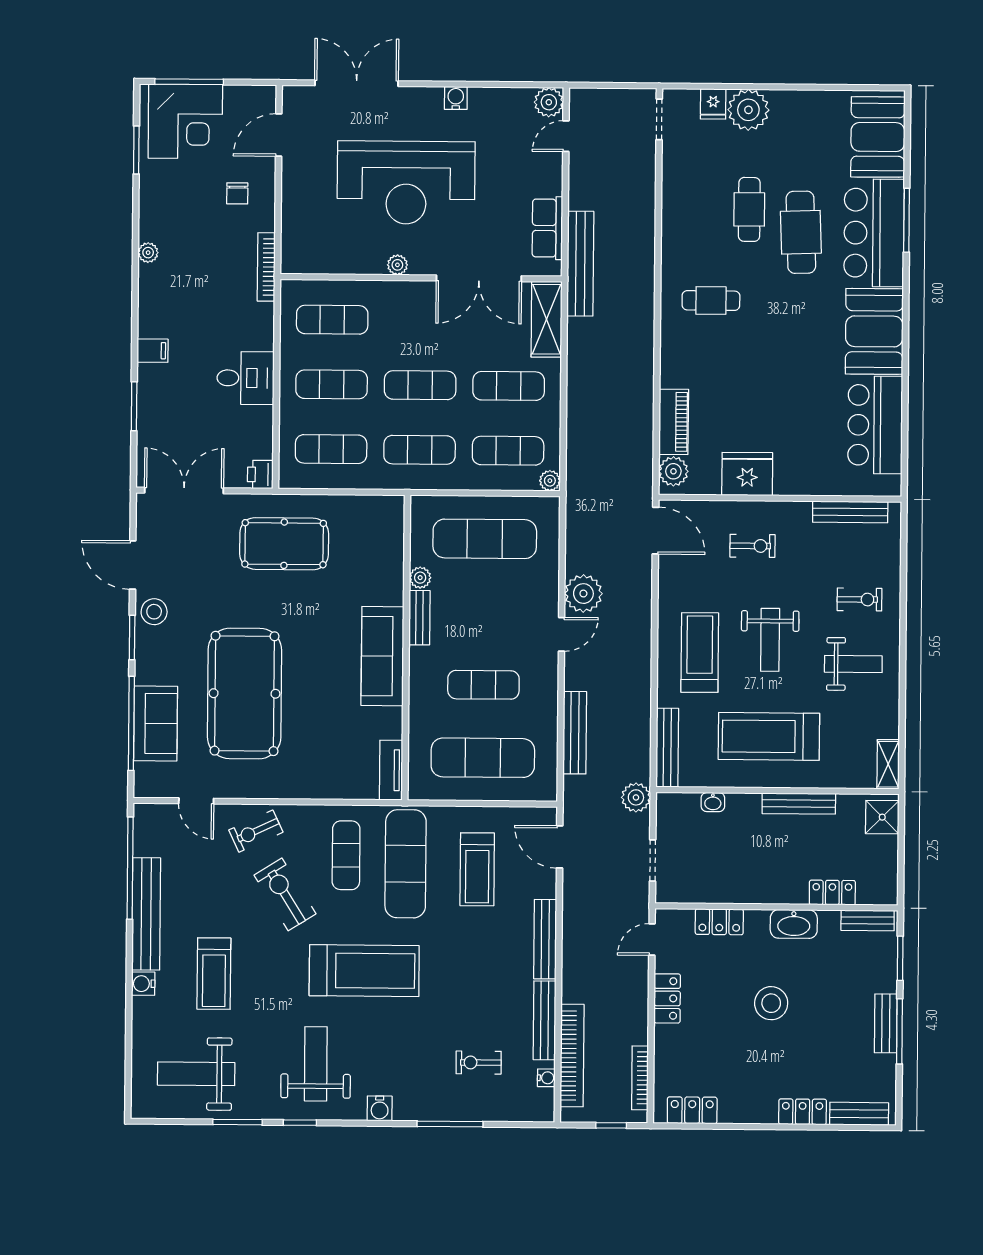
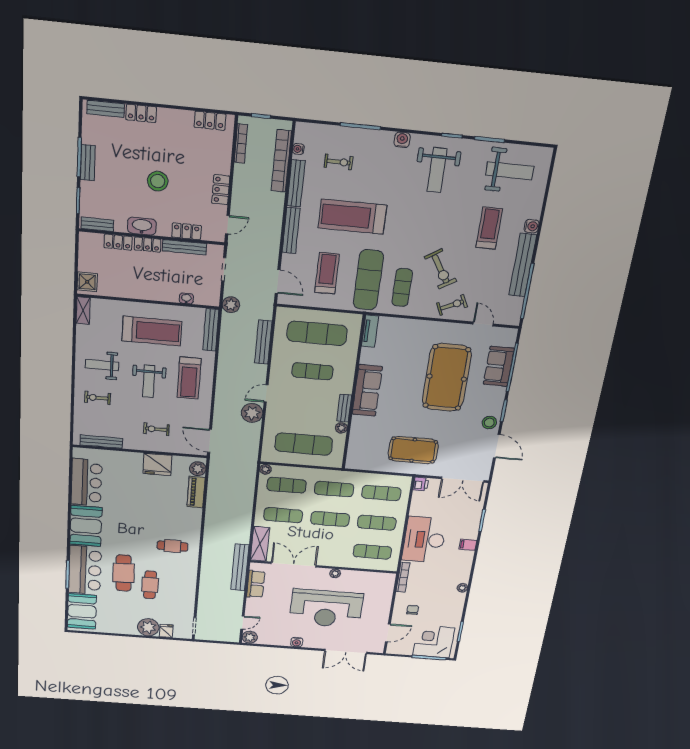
reception desk: (406, 183) -> (326, 609), turned 180
desk: (246, 378) -> (424, 540), width x1.87, depth x1.30
weight bench: (770, 640) -> (149, 381), turned 180
bench: (799, 804) -> (184, 247), moved
locker: (783, 893) -> (148, 245), added
treadmill: (364, 971) -> (352, 217), moved

